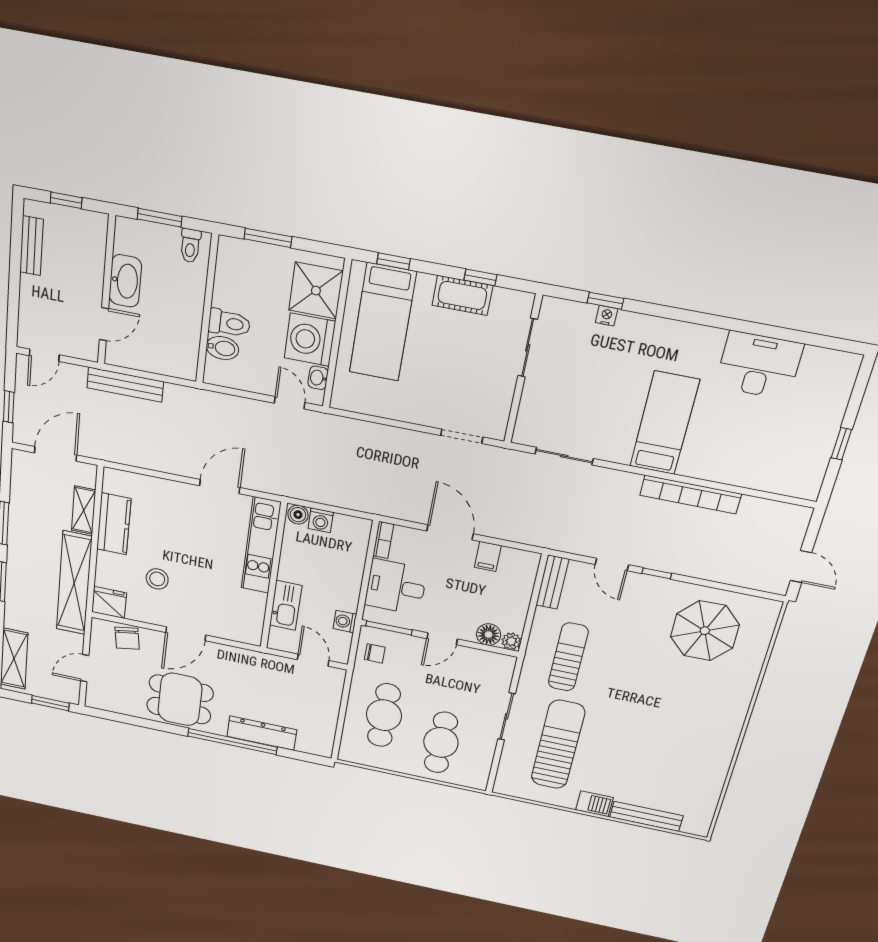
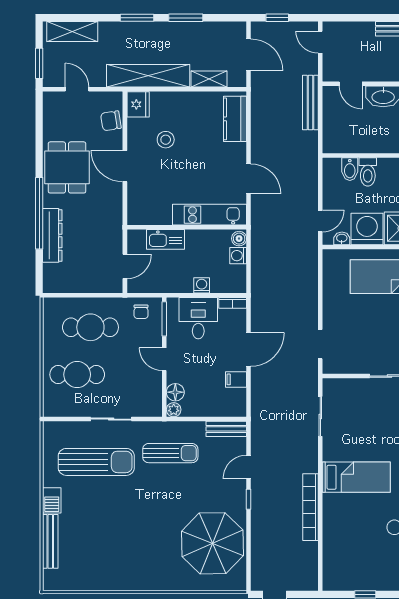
kitchen counter: (114, 524) -> (235, 119), moved, turned 90
washing machine: (345, 621) -> (202, 285), moved
parasol: (705, 631) -> (213, 543), width x1.36, depth x1.36

